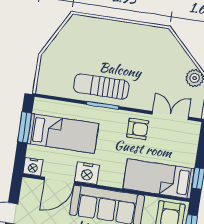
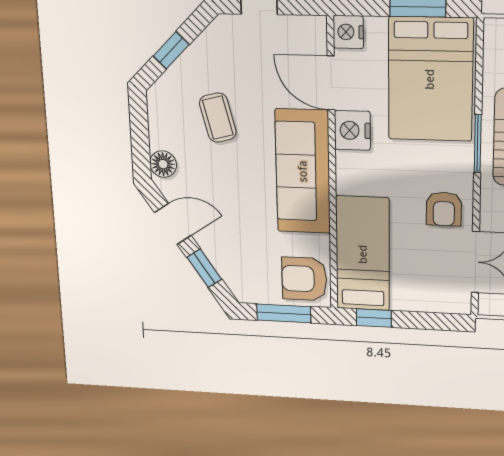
bed: (63, 134) -> (430, 79), width x1.50

